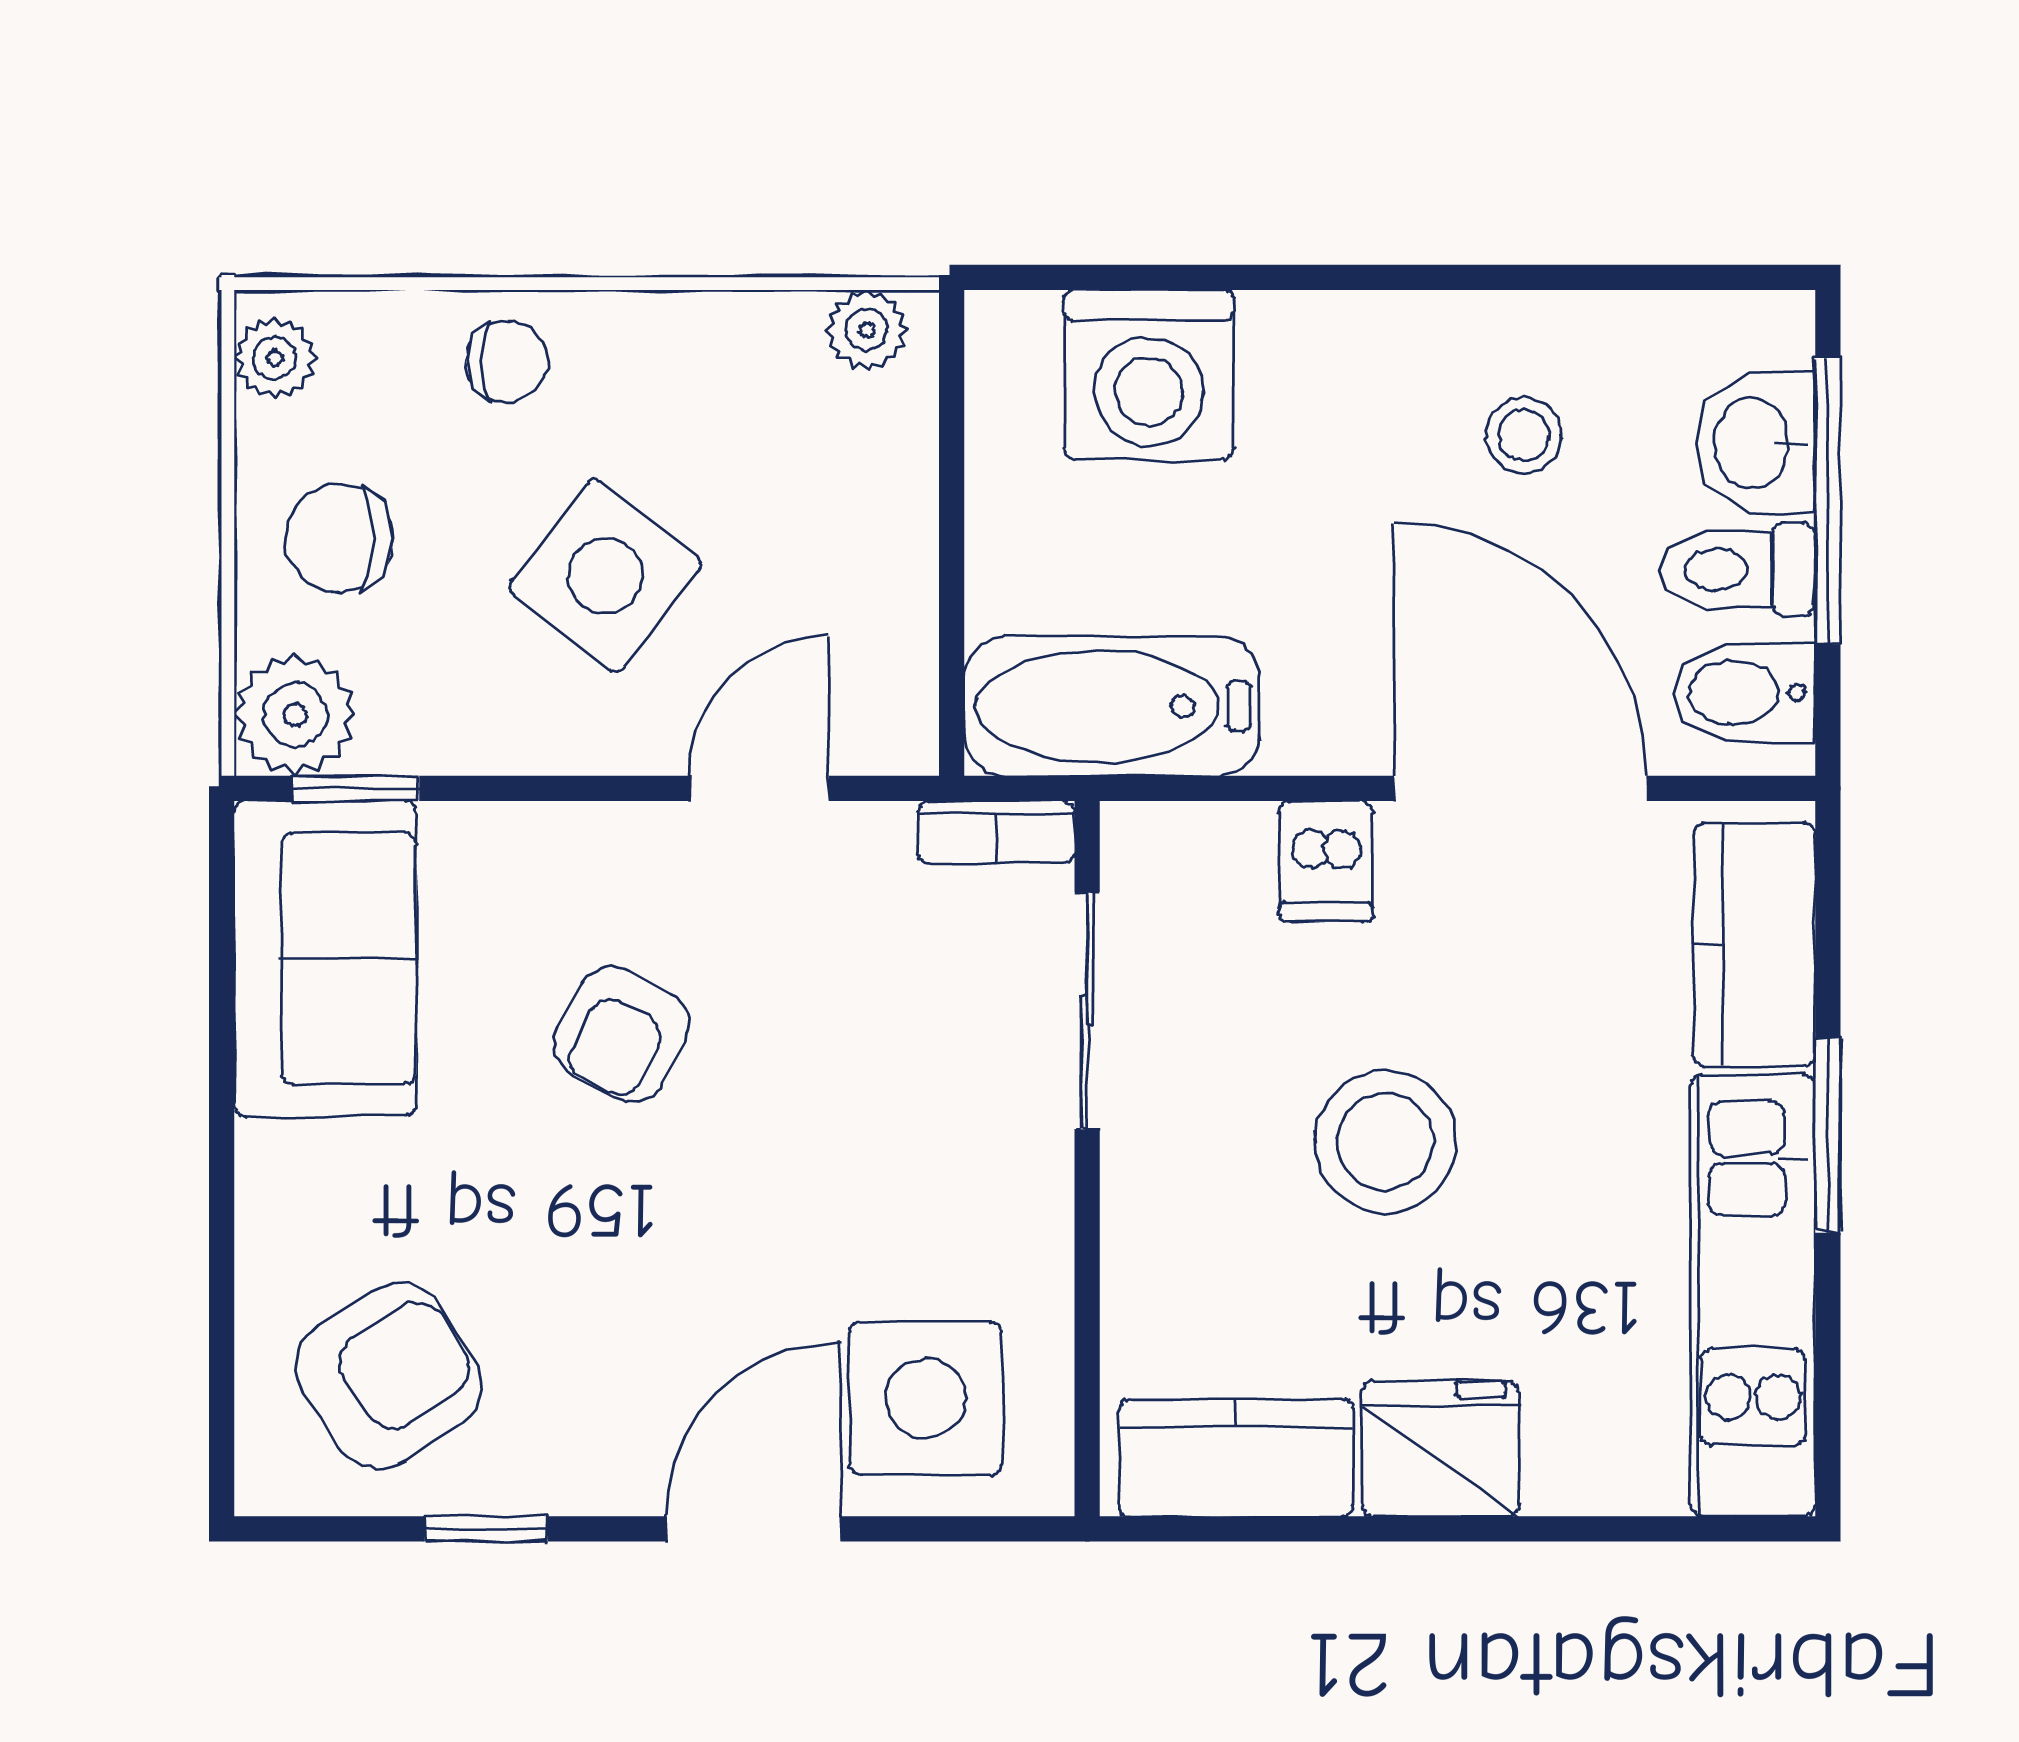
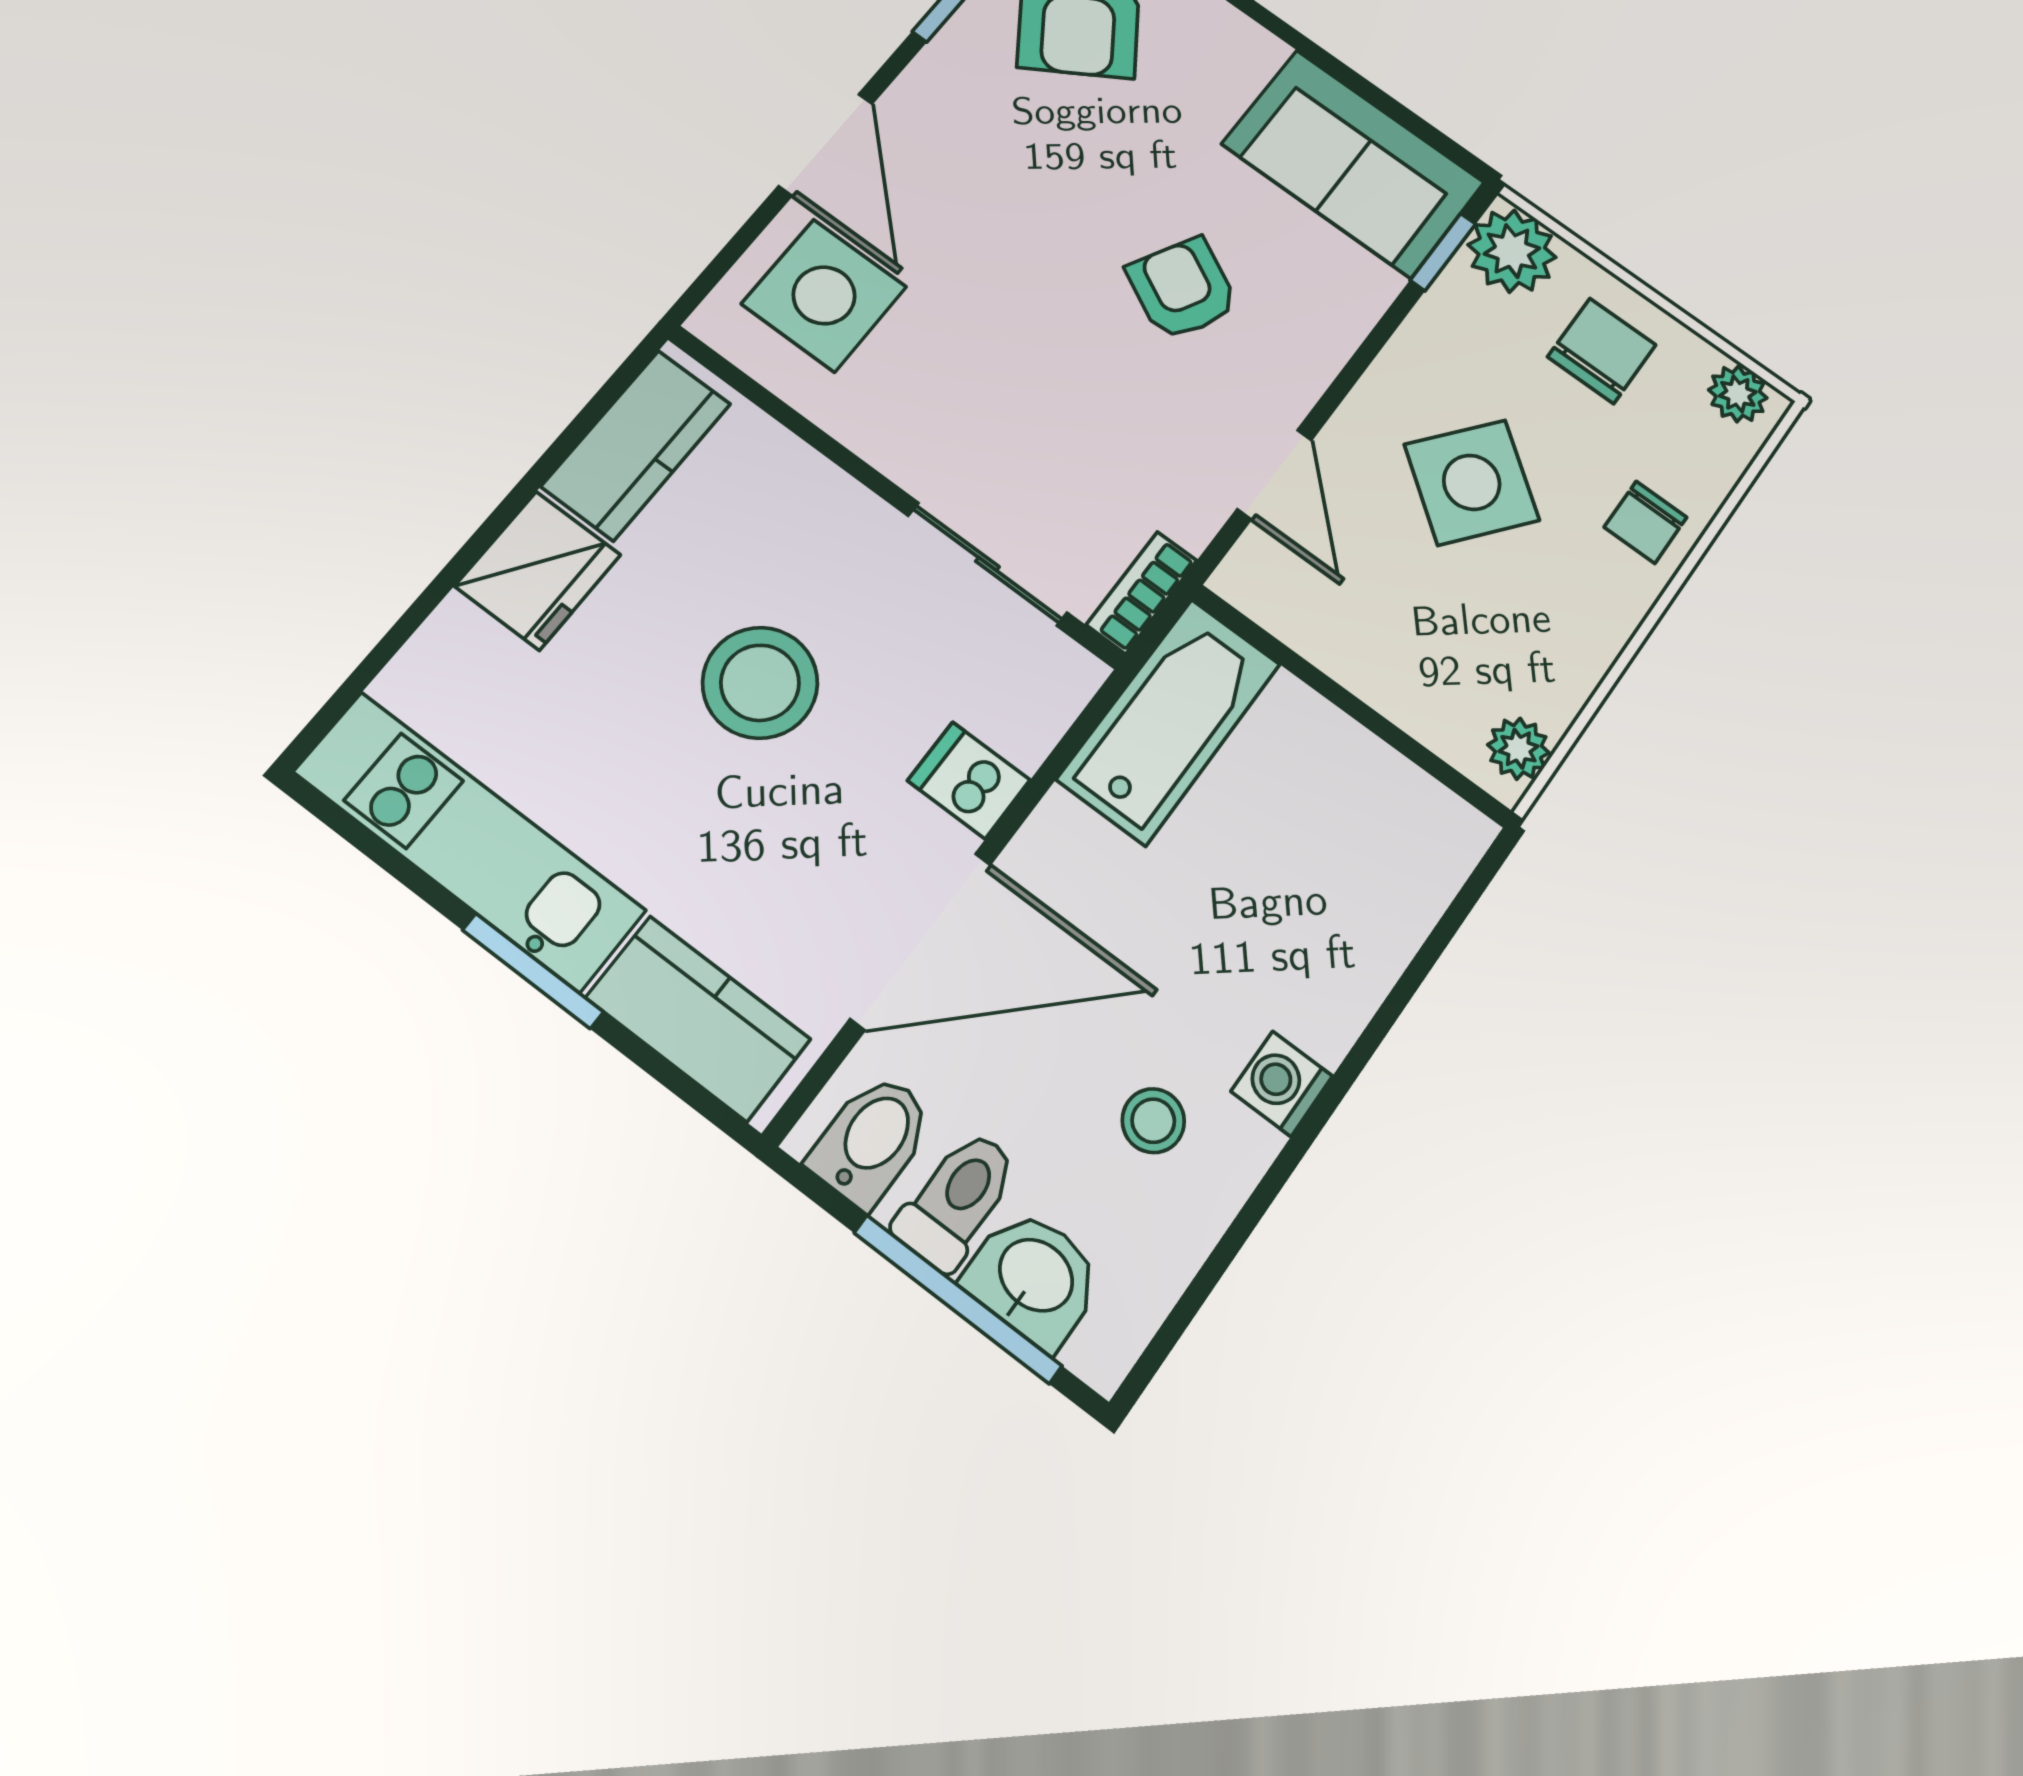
washing machine: (1149, 375) -> (1282, 1084), moved, width x0.53, depth x0.53

